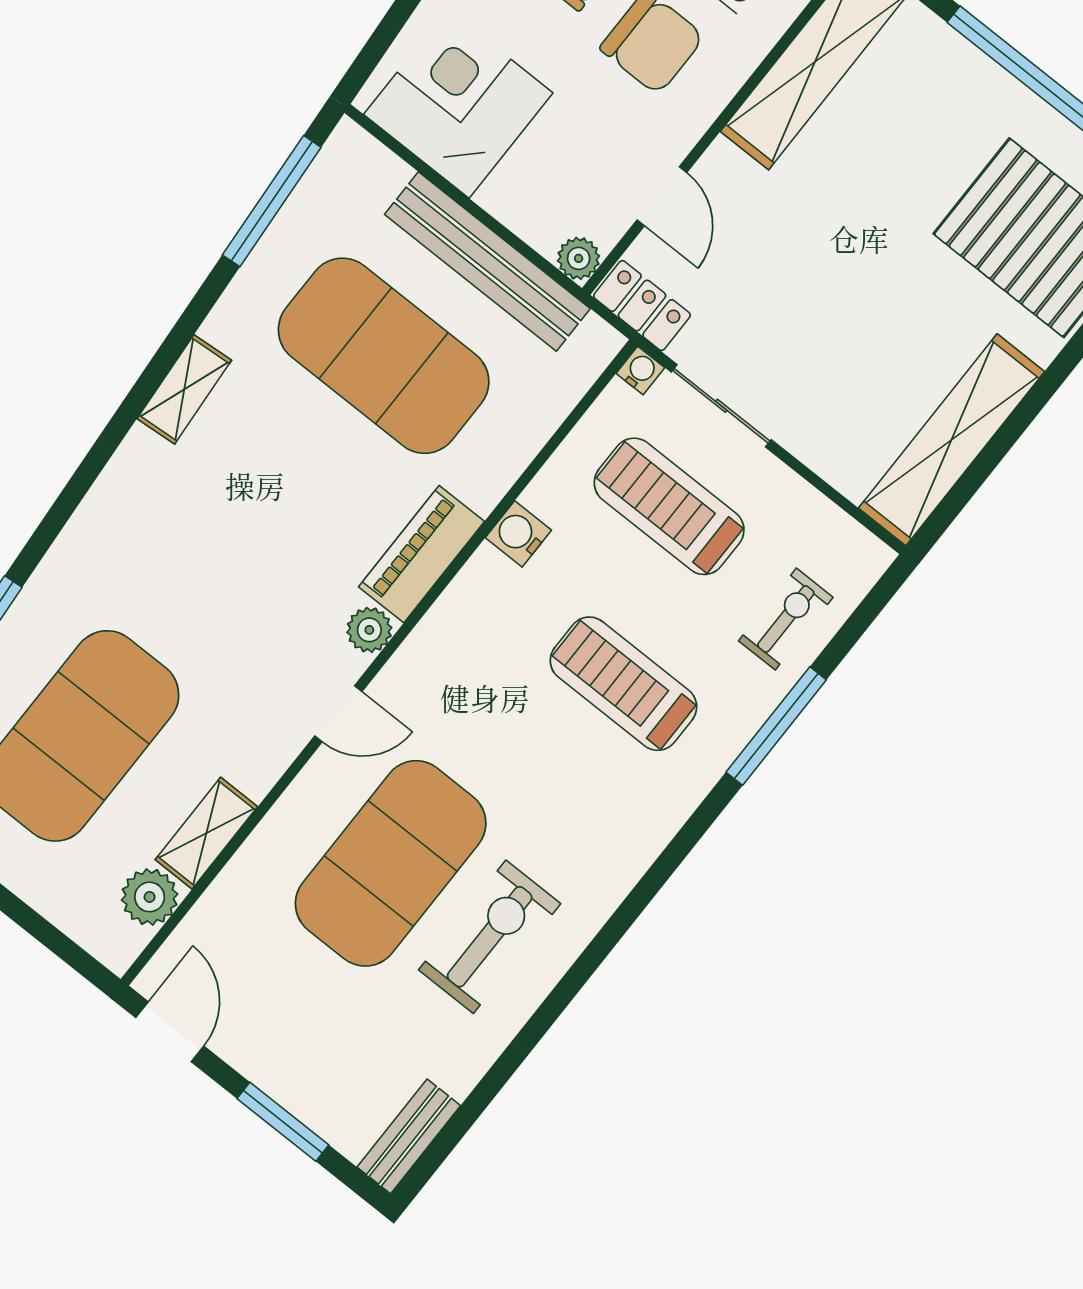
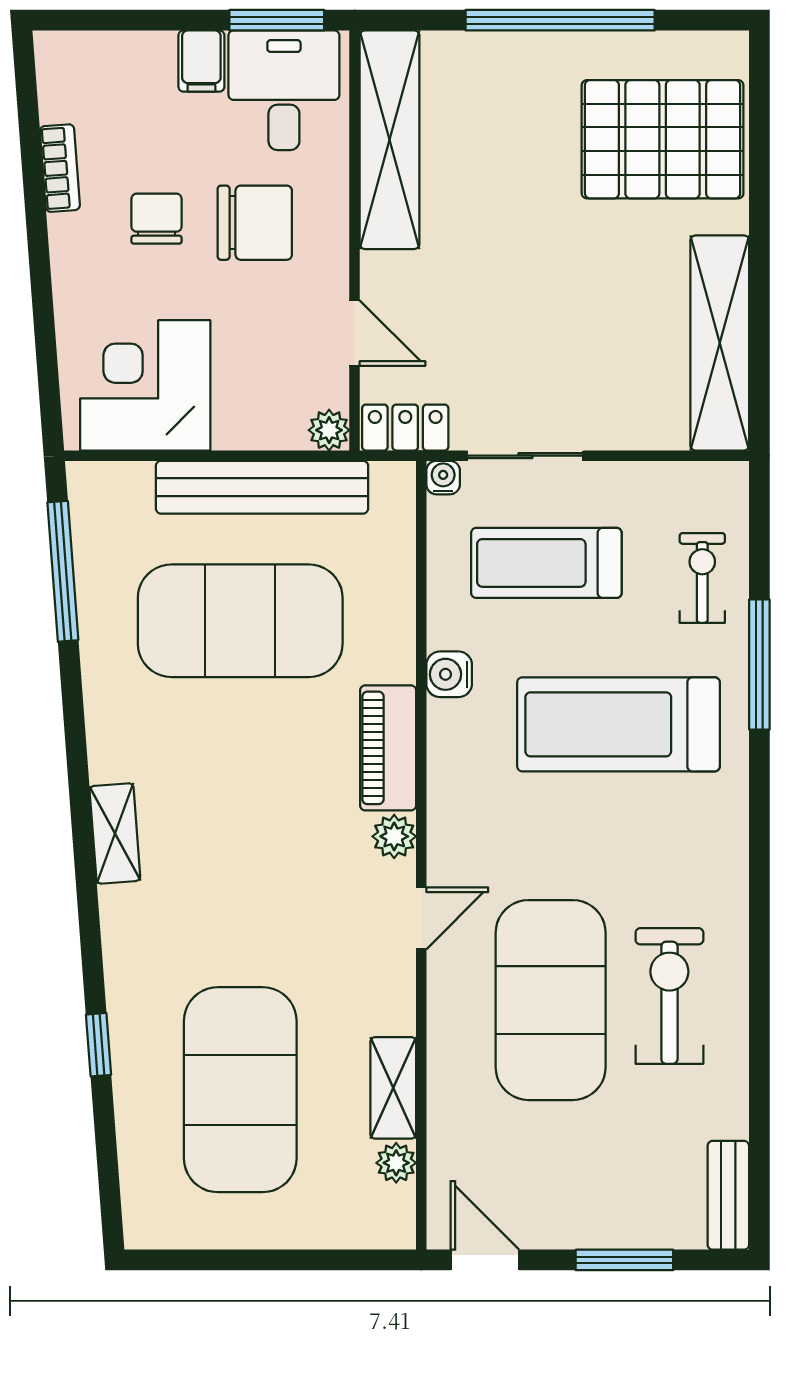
shelving: (184, 389) -> (115, 833), moved
treadmill: (623, 684) -> (618, 724), width x1.37, depth x1.38
plant: (150, 897) -> (396, 1163), width x0.73, depth x0.73

